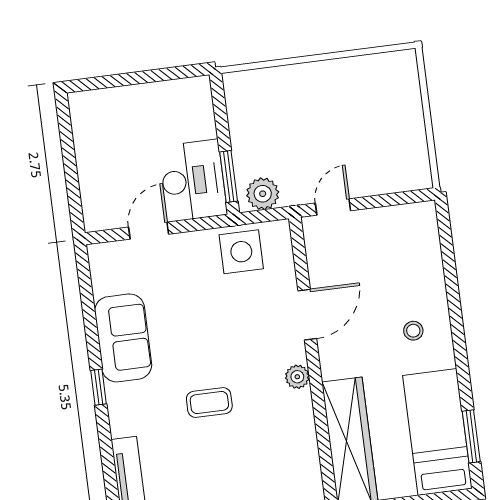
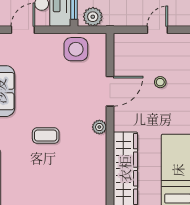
door: (333, 207) -> (157, 30), moved
stool: (413, 331) -> (160, 82), moved

